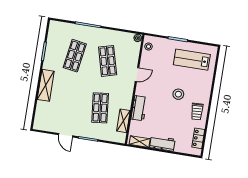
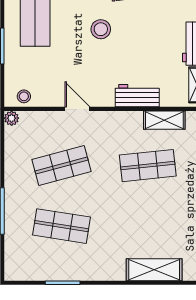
shelving: (46, 85) -> (154, 270), moved

